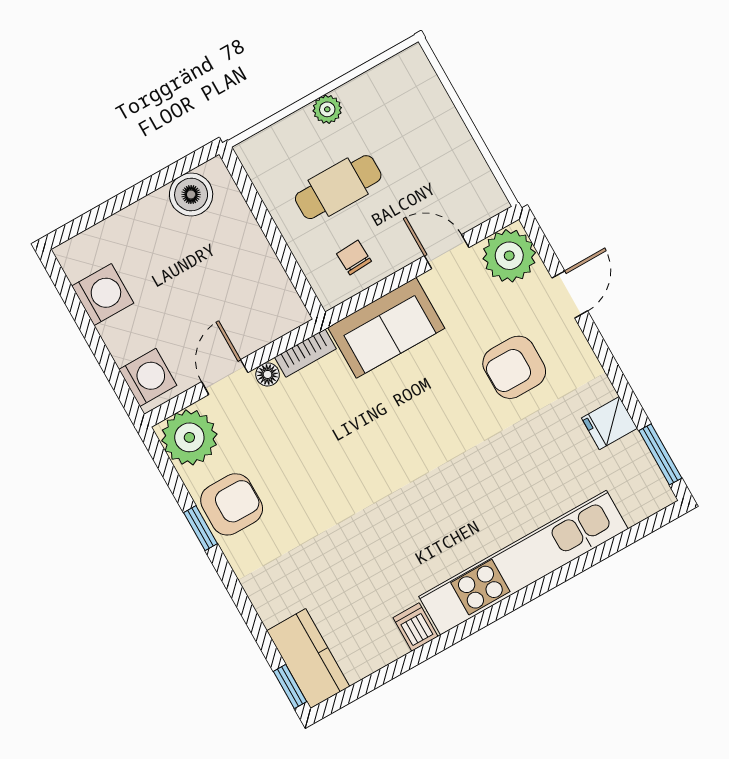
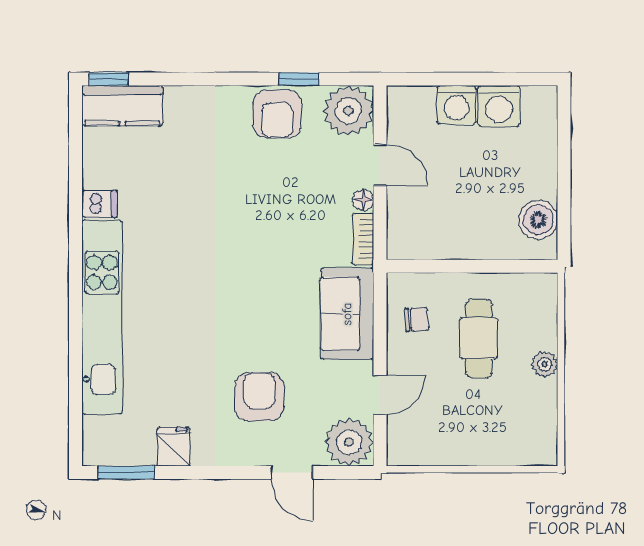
washing machine: (148, 377) -> (457, 105), moved
window: (200, 528) -> (299, 79), moved

